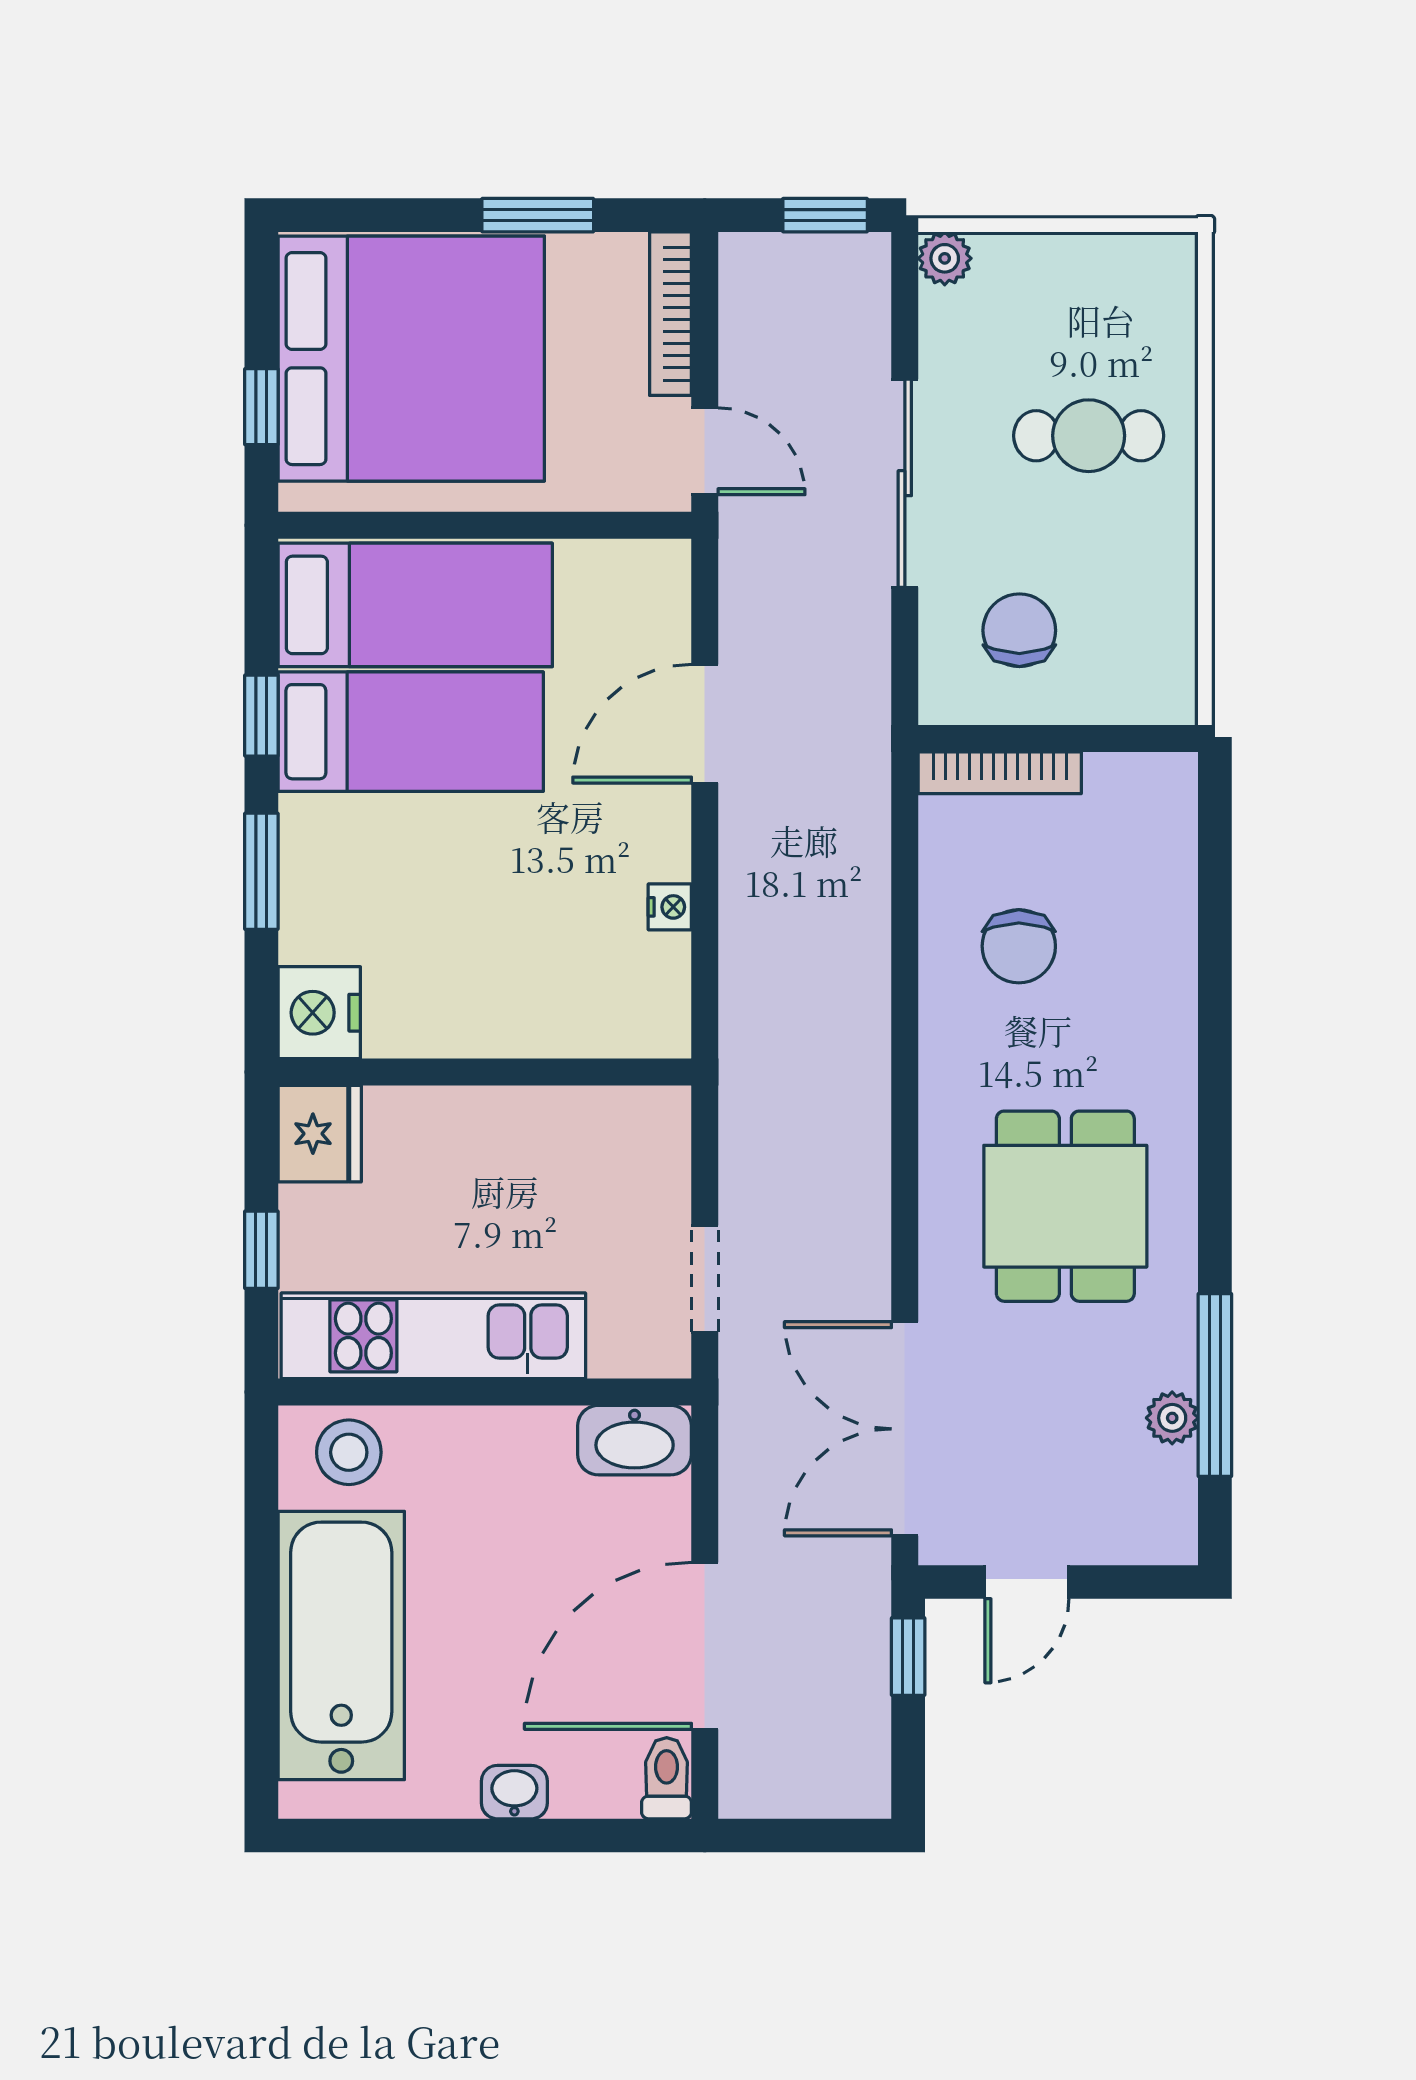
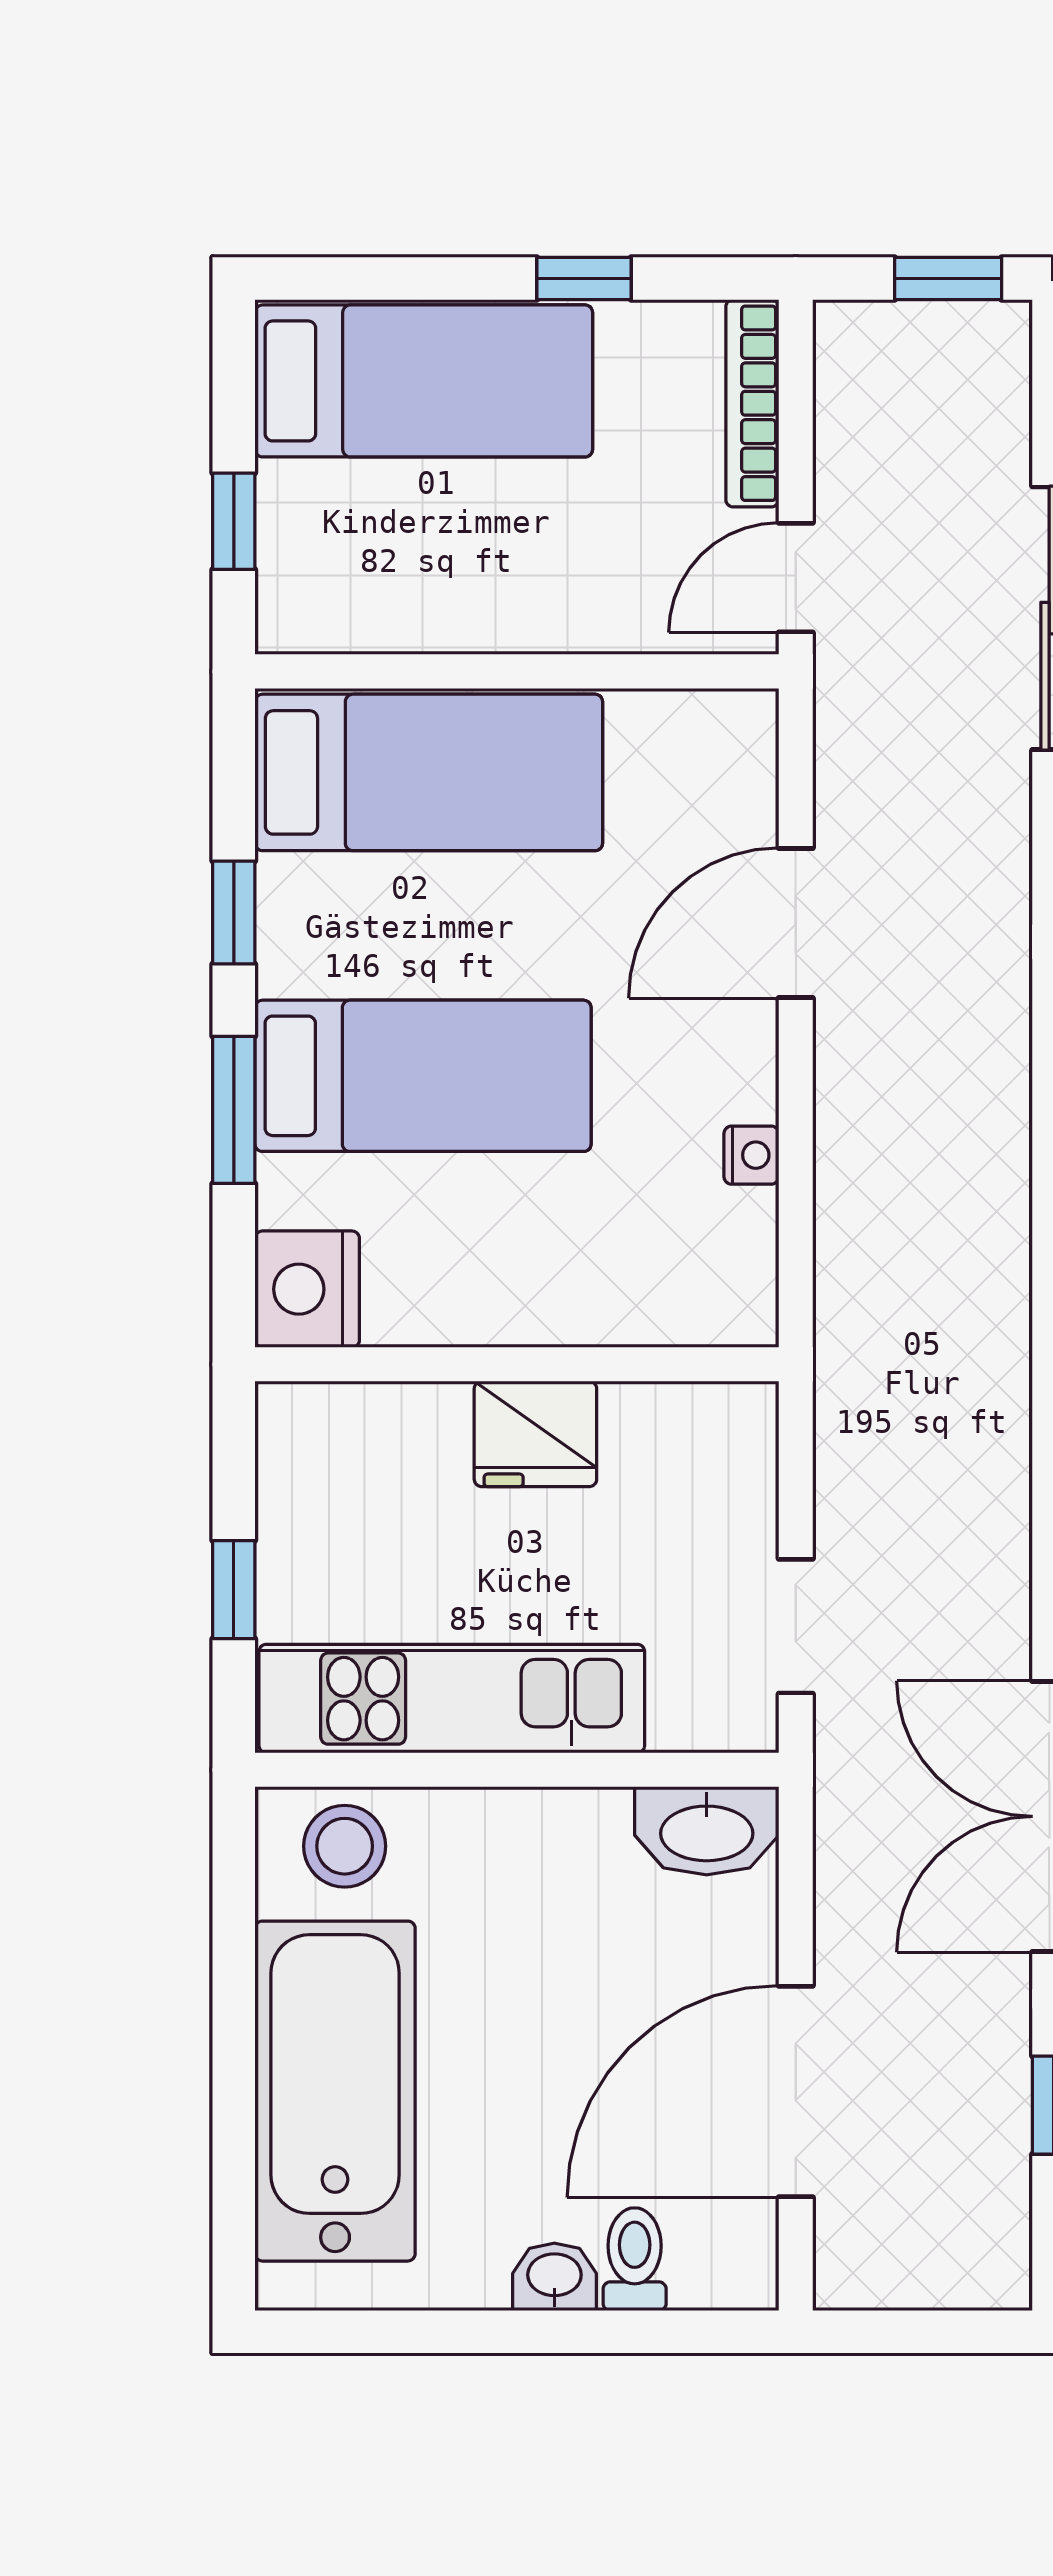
window: (538, 215) -> (584, 278), width x0.67
bed: (411, 359) -> (424, 381), width x0.49
door: (705, 451) -> (796, 578), swing flipped
bed: (411, 732) -> (423, 1076), moved
fridge: (320, 1134) -> (535, 1434), moved, turned 90
toilet: (667, 1778) -> (635, 2259), moved

